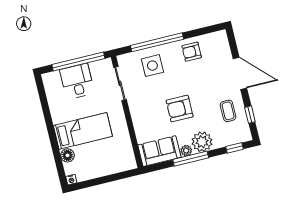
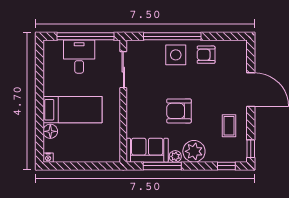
side table: (152, 66) -> (176, 55), moved
window: (250, 115) -> (251, 149), moved
window: (191, 159) -> (162, 166), moved

